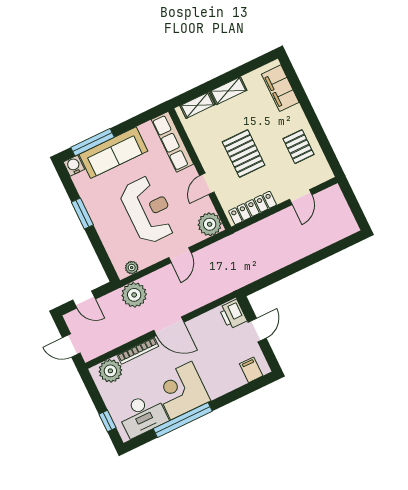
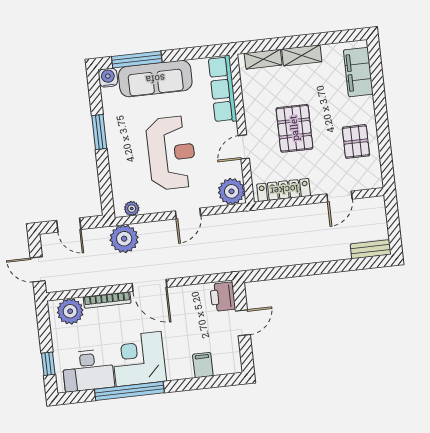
bench: (342, 232) -> (371, 249), added
filing cabinet: (251, 370) -> (203, 365), moved

